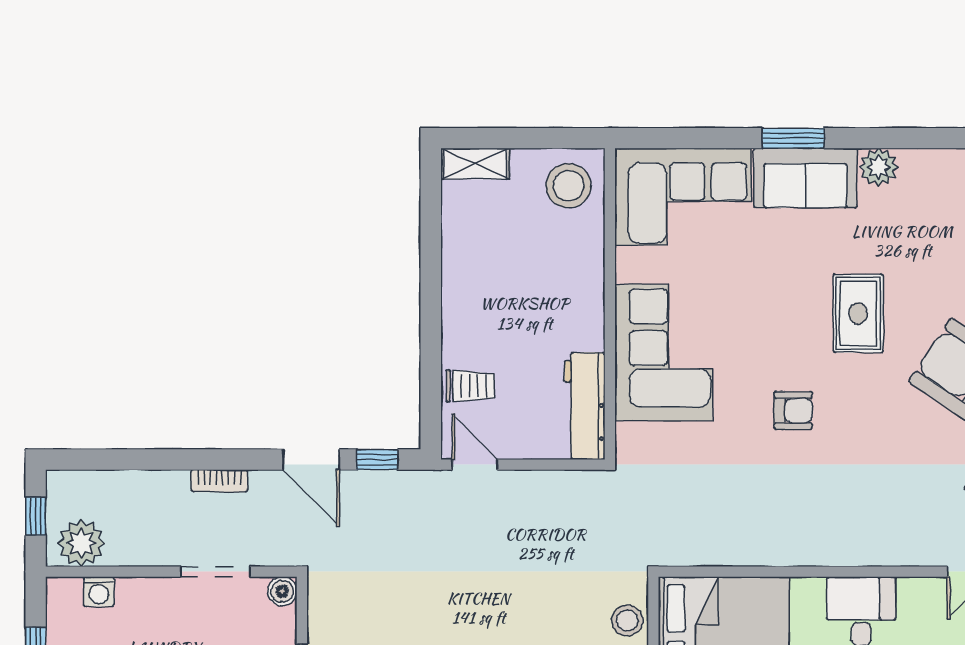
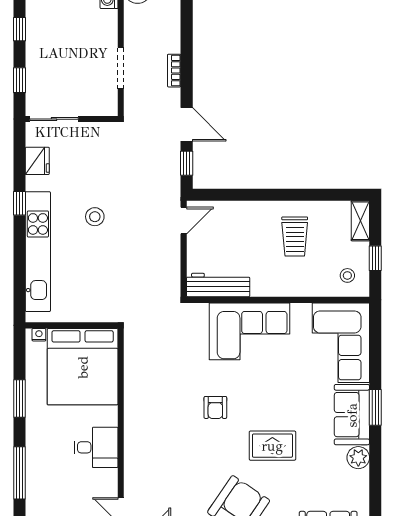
window: (539, 138) -> (375, 258), added
stool: (568, 186) -> (347, 275), width x0.53, depth x0.53
trolley: (470, 386) -> (295, 237), moved, width x1.36, depth x1.39
door: (311, 460) -> (187, 124), swing flipped
boiler: (282, 591) -> (109, 107), removed
stool: (627, 620) -> (95, 217), moved

